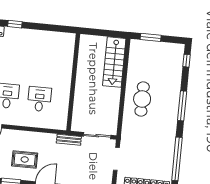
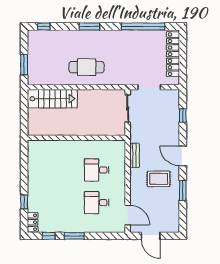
window: (182, 106) -> (89, 26), width x0.69
bench: (69, 140) -> (135, 155), moved
rug: (25, 159) -> (159, 179), turned 90

